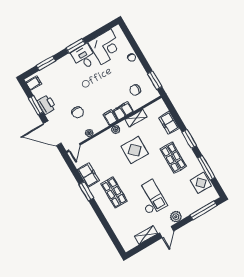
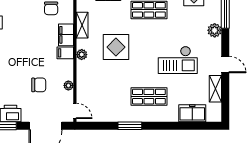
freezer: (88, 175) -> (192, 113), moved
checkout: (151, 198) -> (178, 60), turned 180
plant: (176, 217) -> (215, 30), moved

